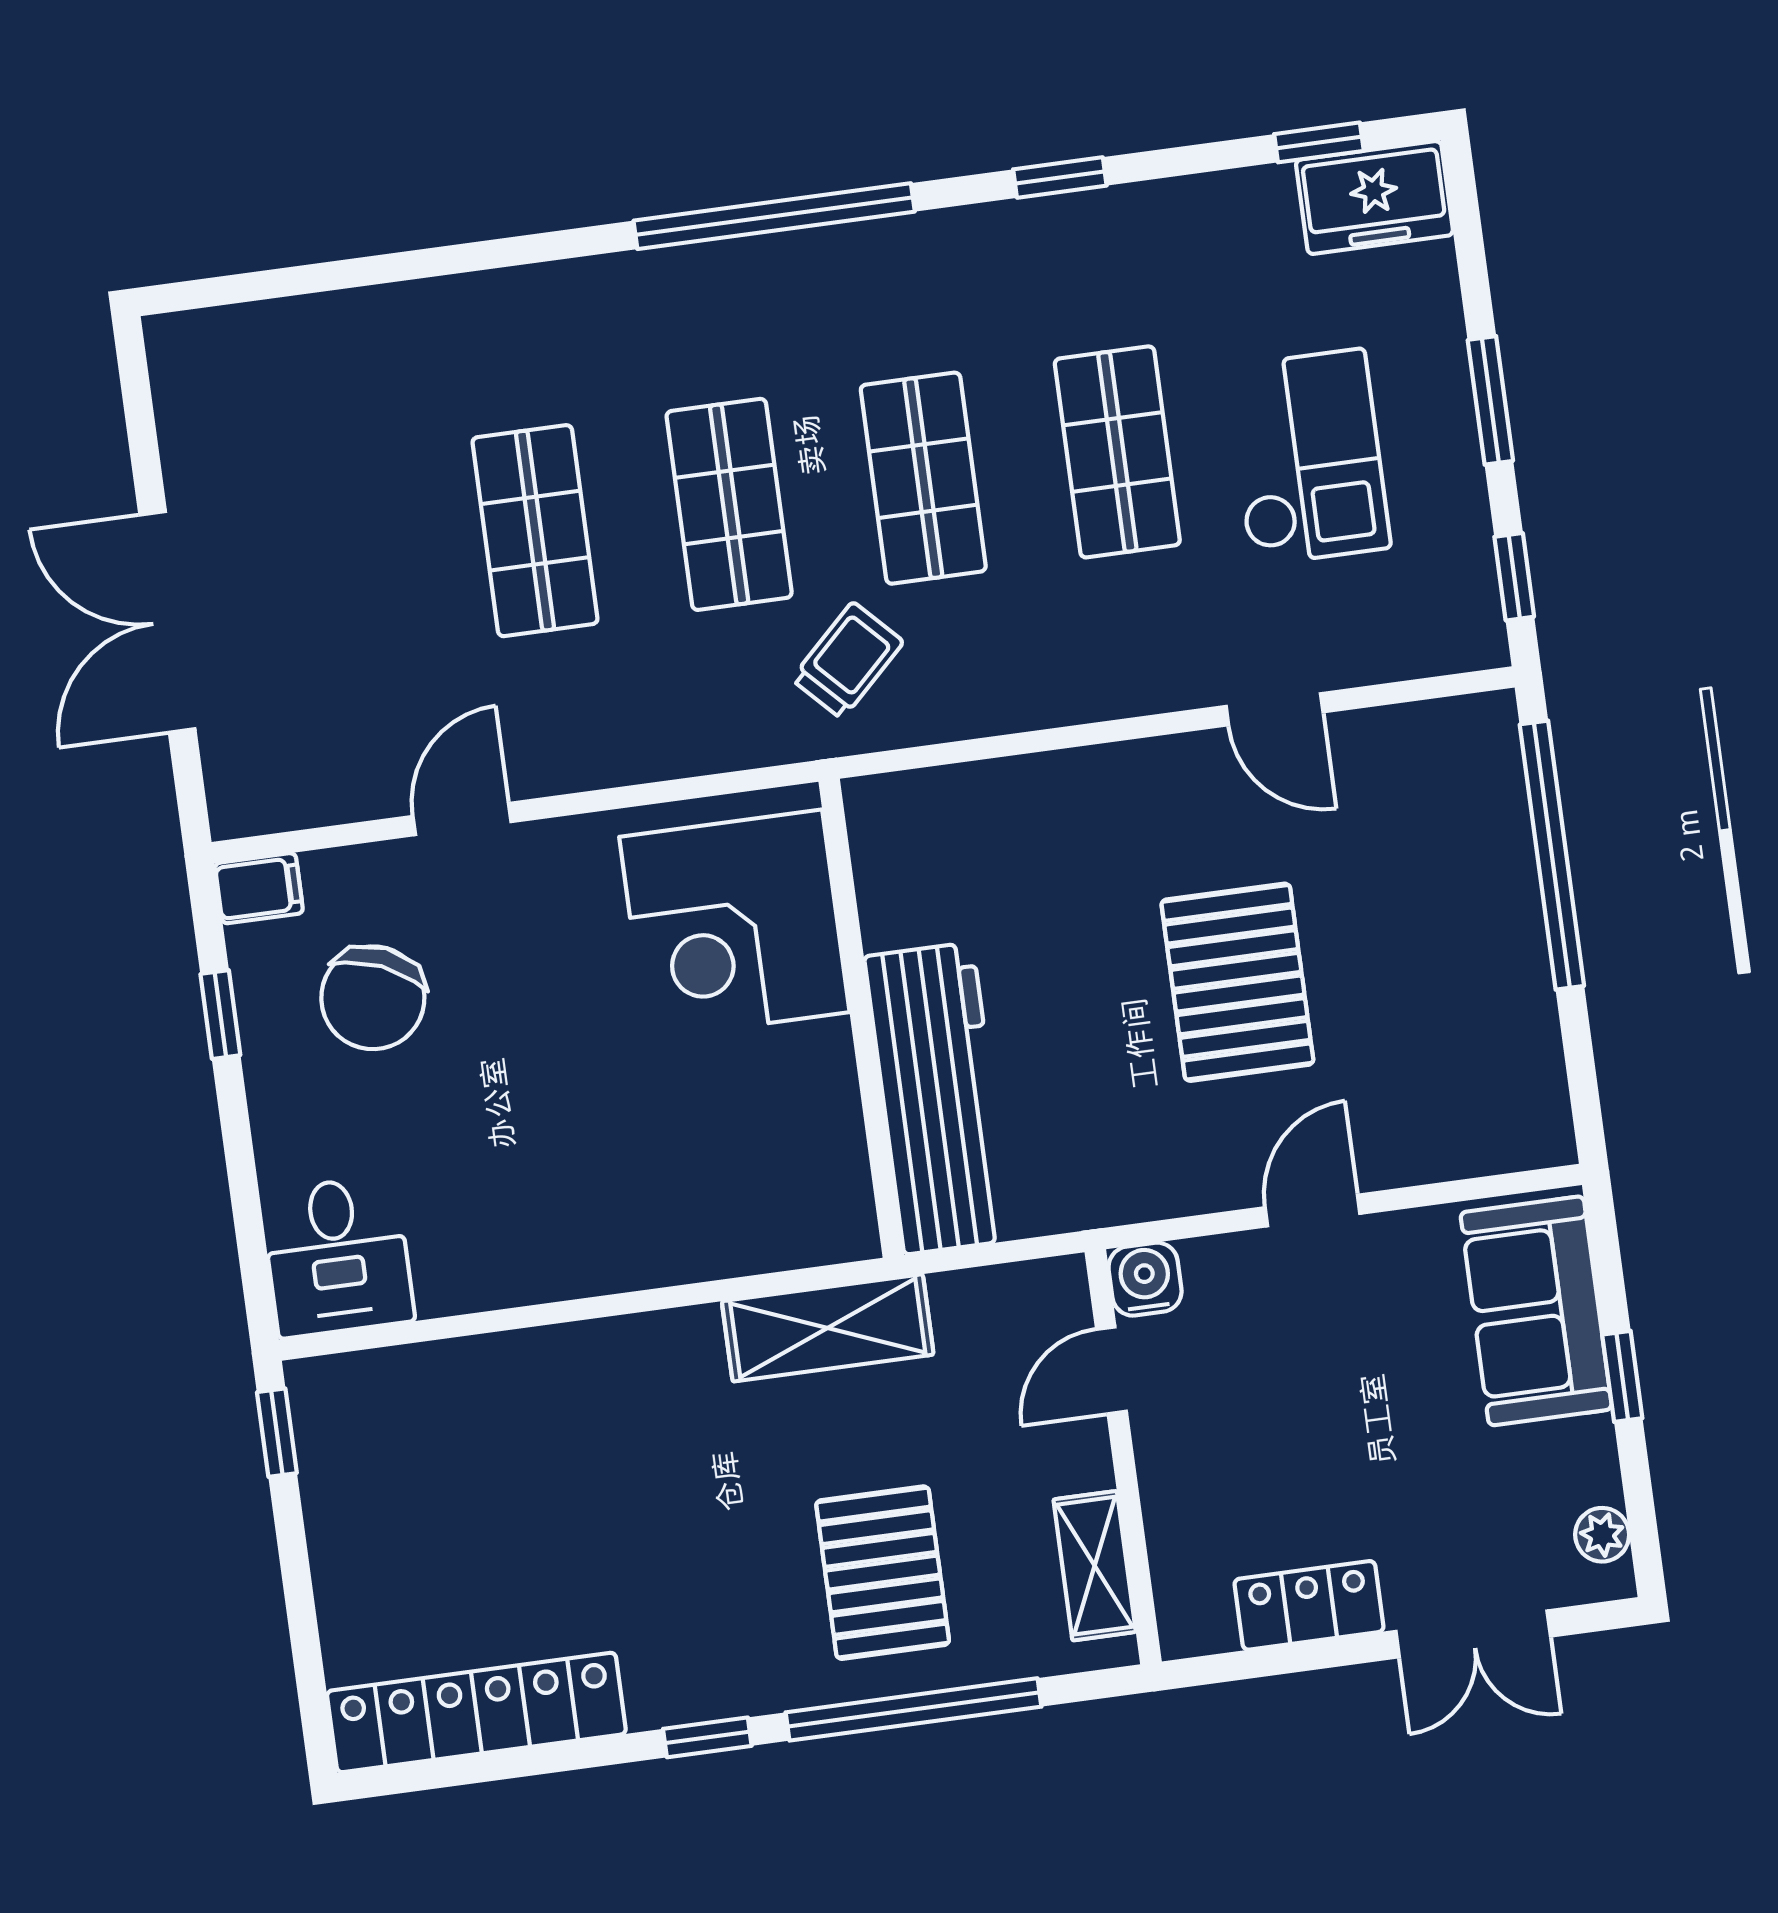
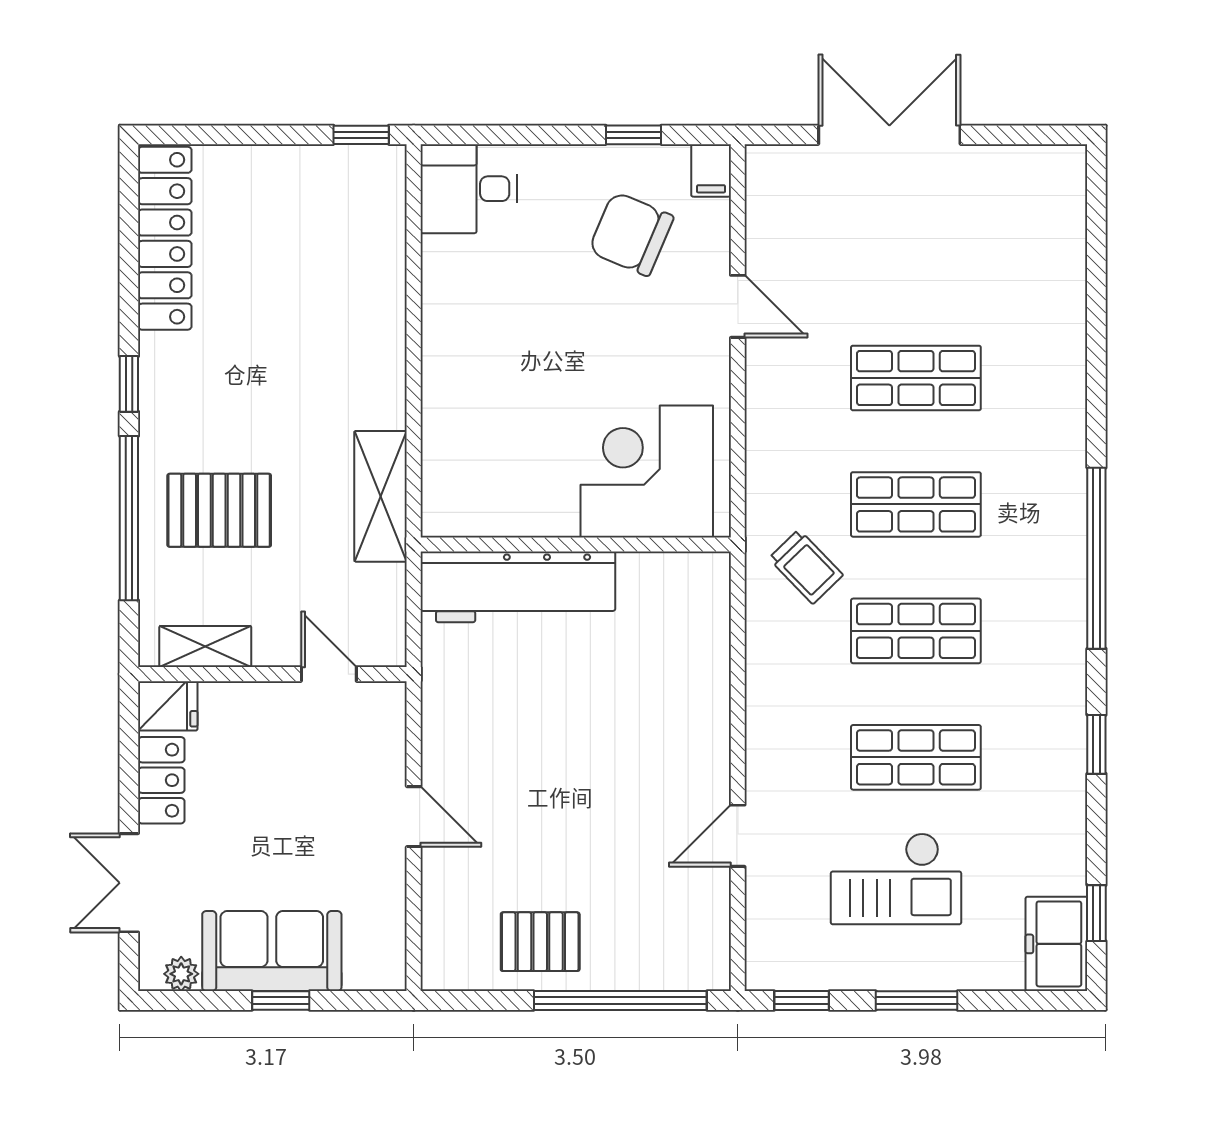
pallet: (1237, 982) -> (540, 942), moved, width x0.67, depth x0.71
water cooler: (1145, 1279) -> (384, 704), removed
sofa: (1536, 1311) -> (272, 951), moved
fridge: (1194, 1611) -> (168, 706), added

